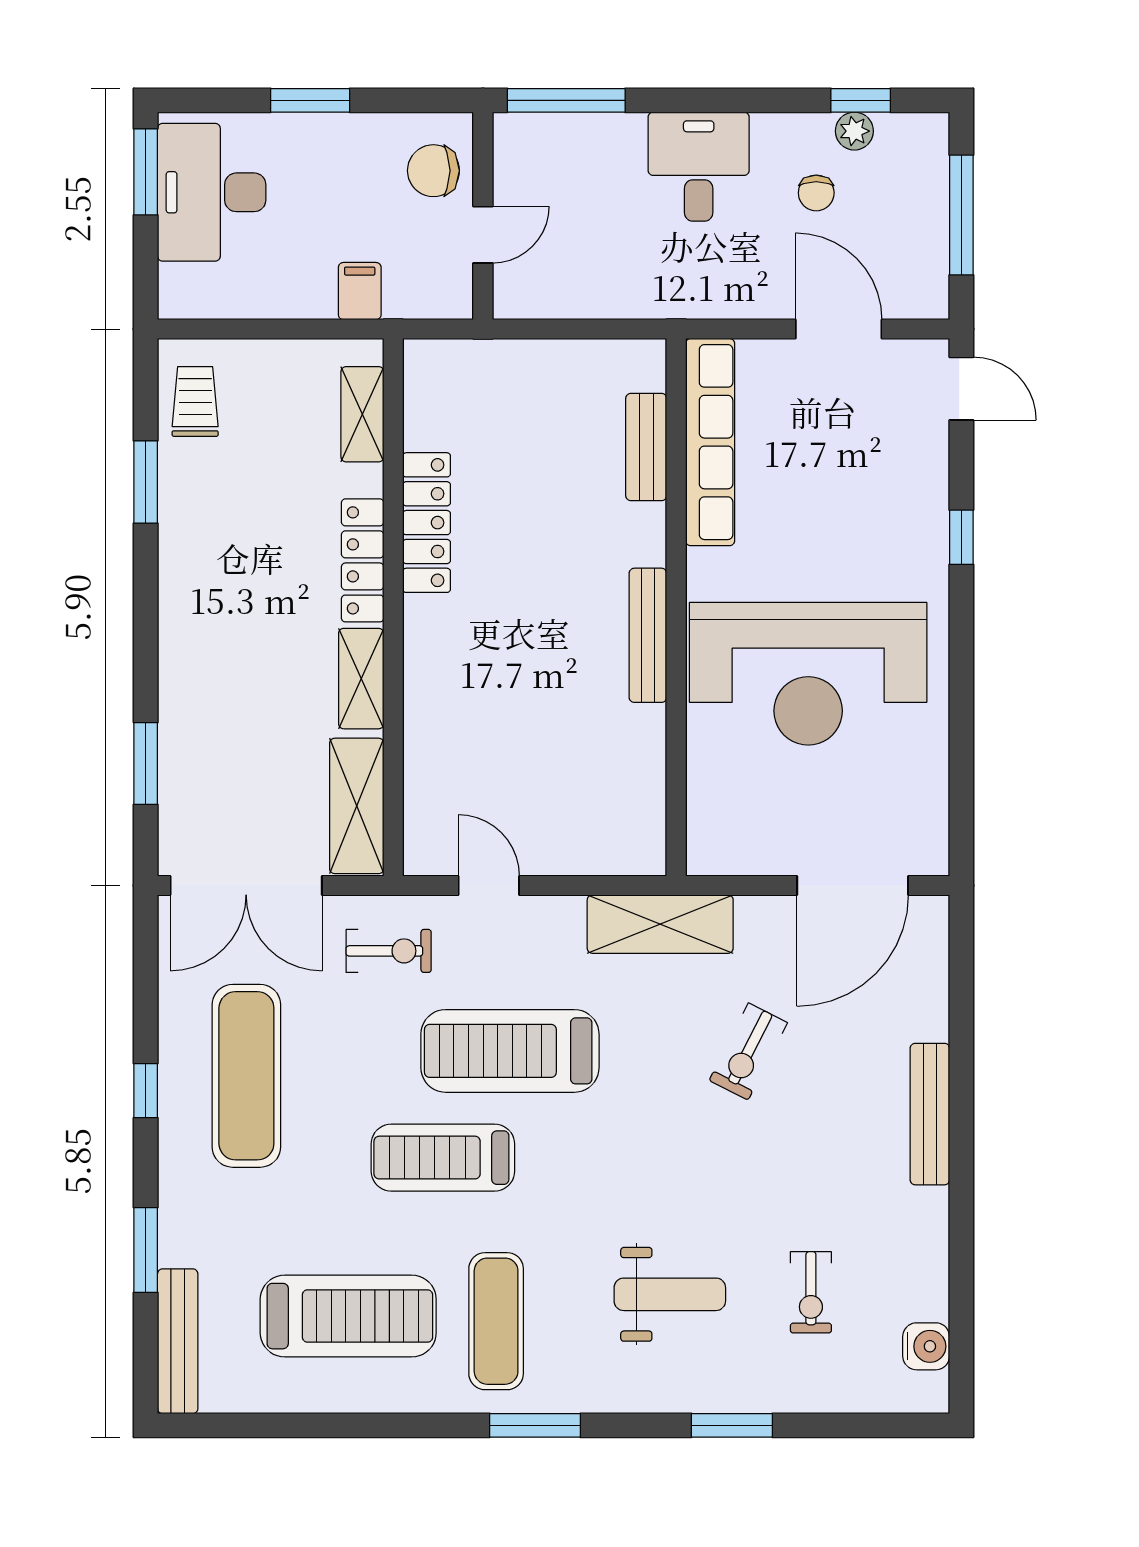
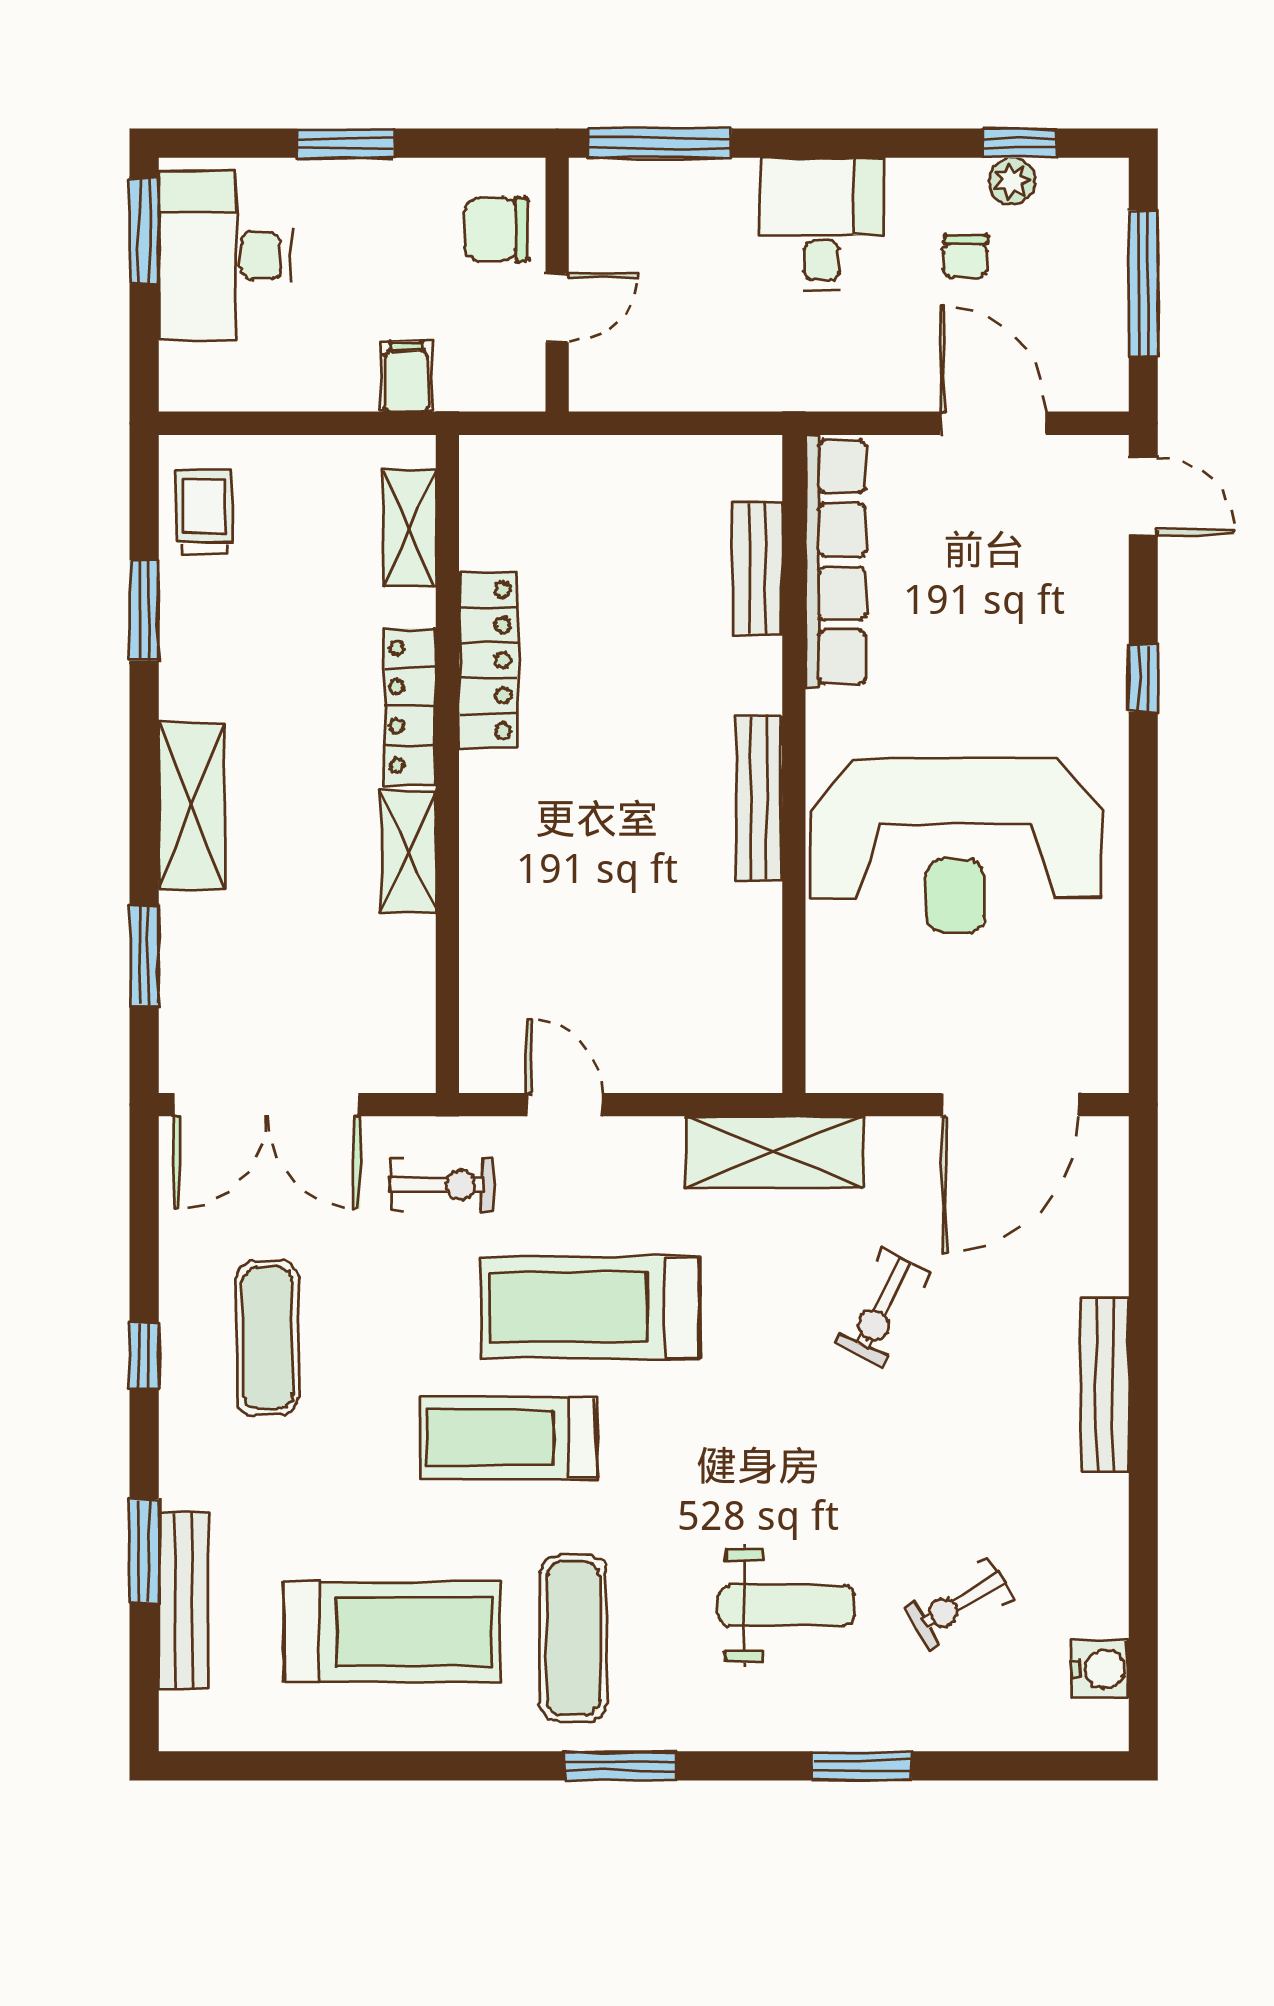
shelving: (357, 806) -> (192, 806), moved
exercise mat: (246, 1076) -> (268, 1338), width x0.73, depth x0.69
exercise bike: (811, 1292) -> (959, 1603), turned 59
bench: (178, 1341) -> (183, 1601), moved

